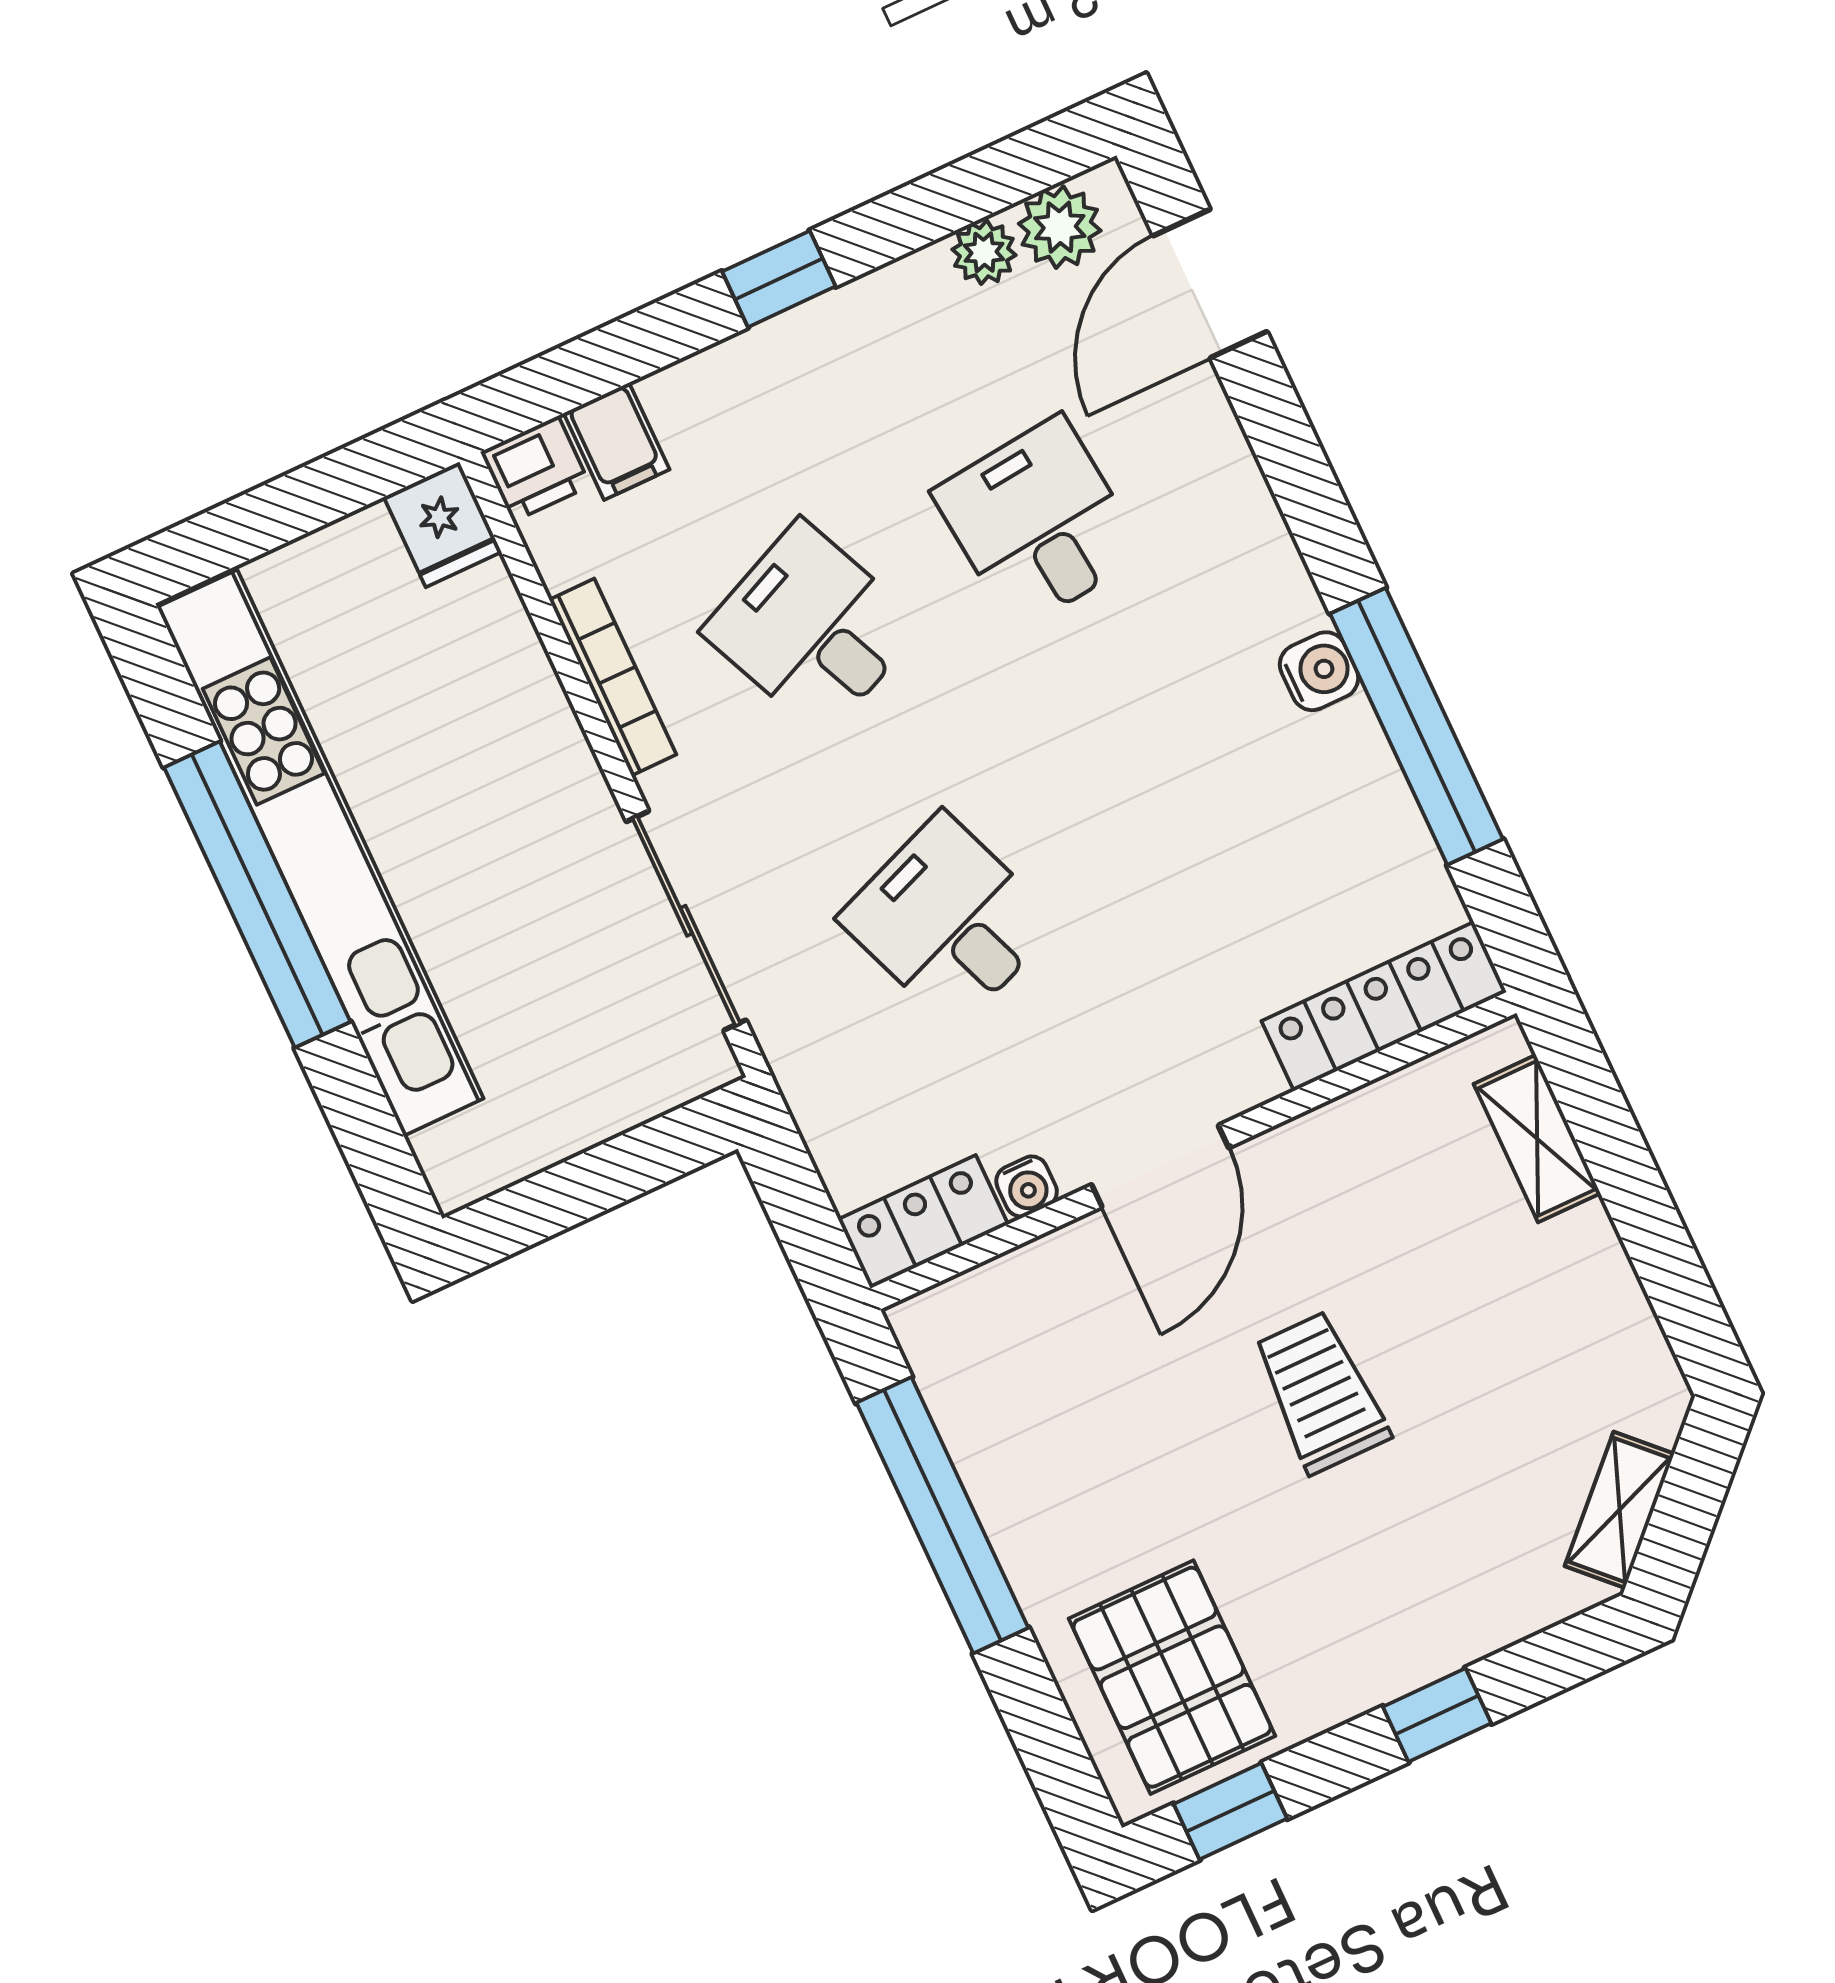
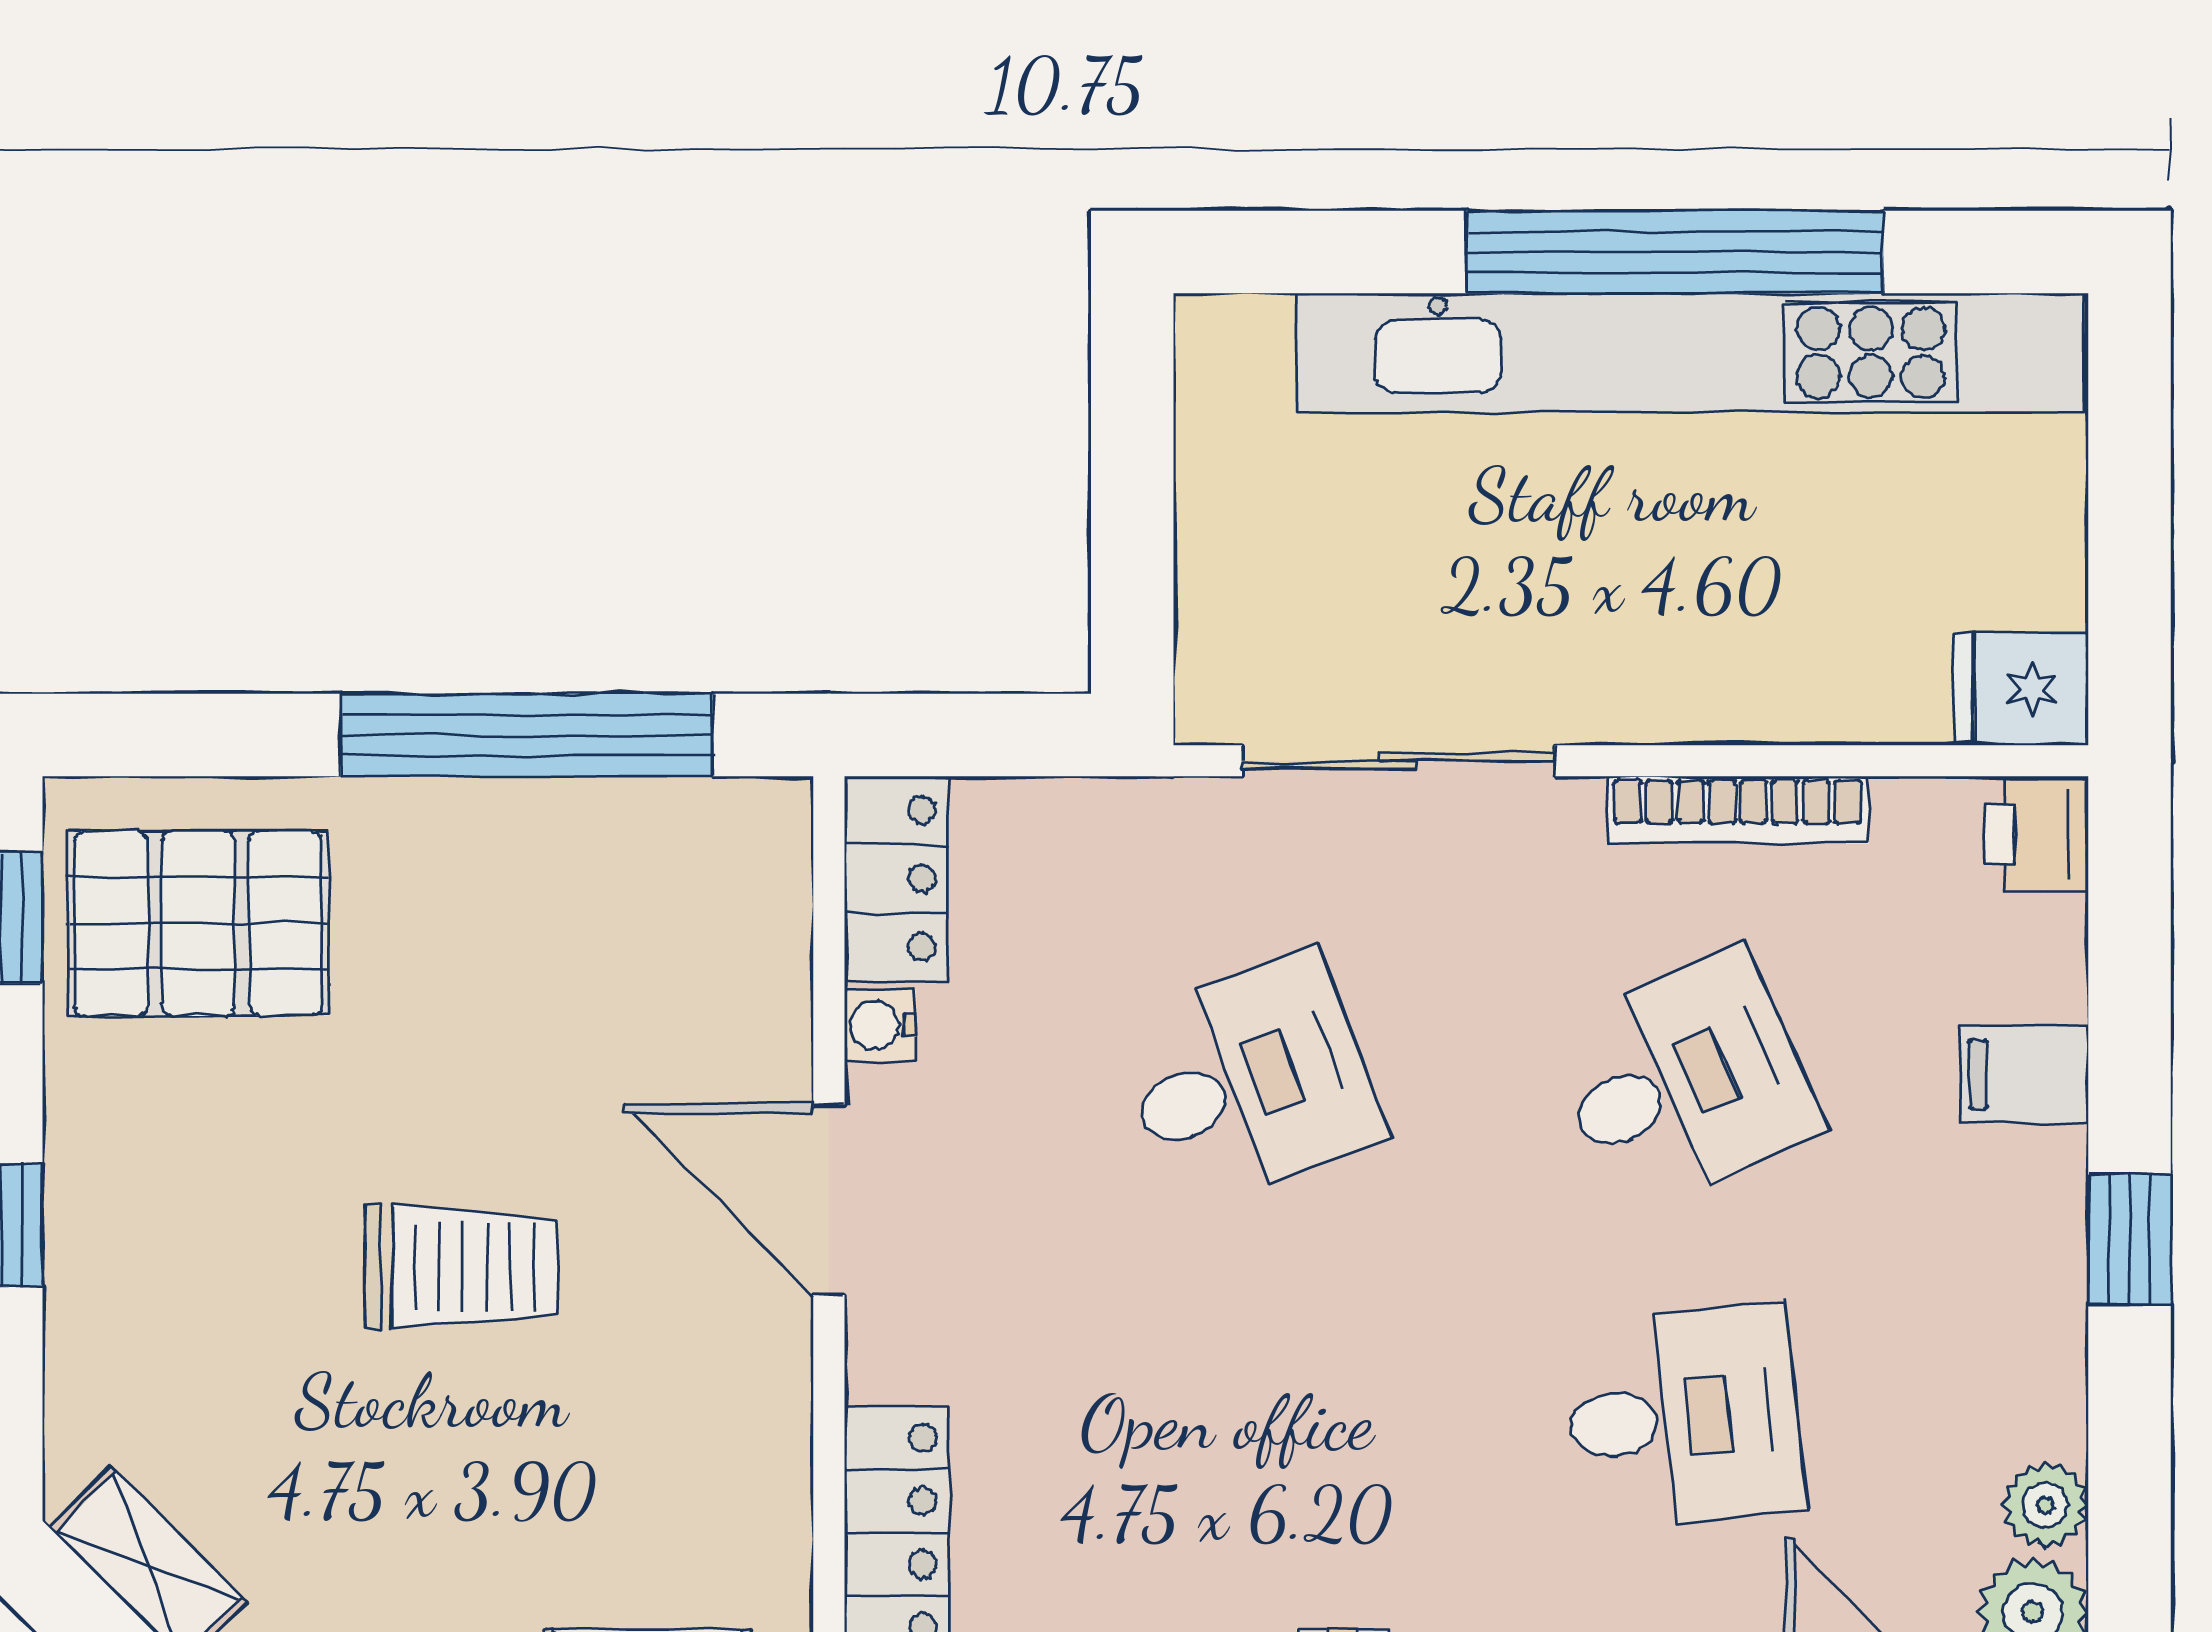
filing cabinet: (617, 441) -> (2024, 1075), moved

